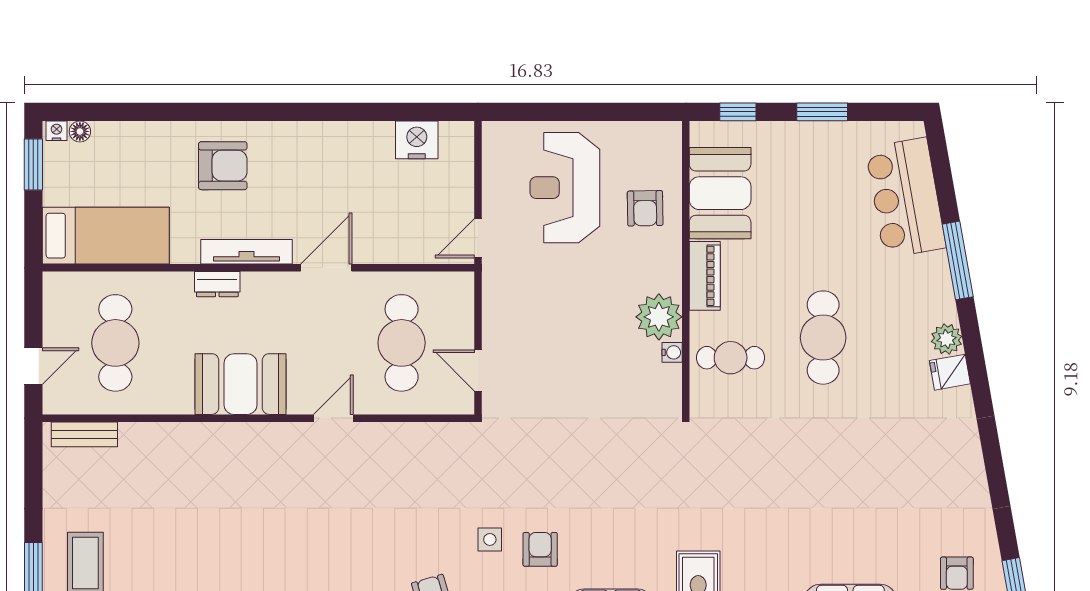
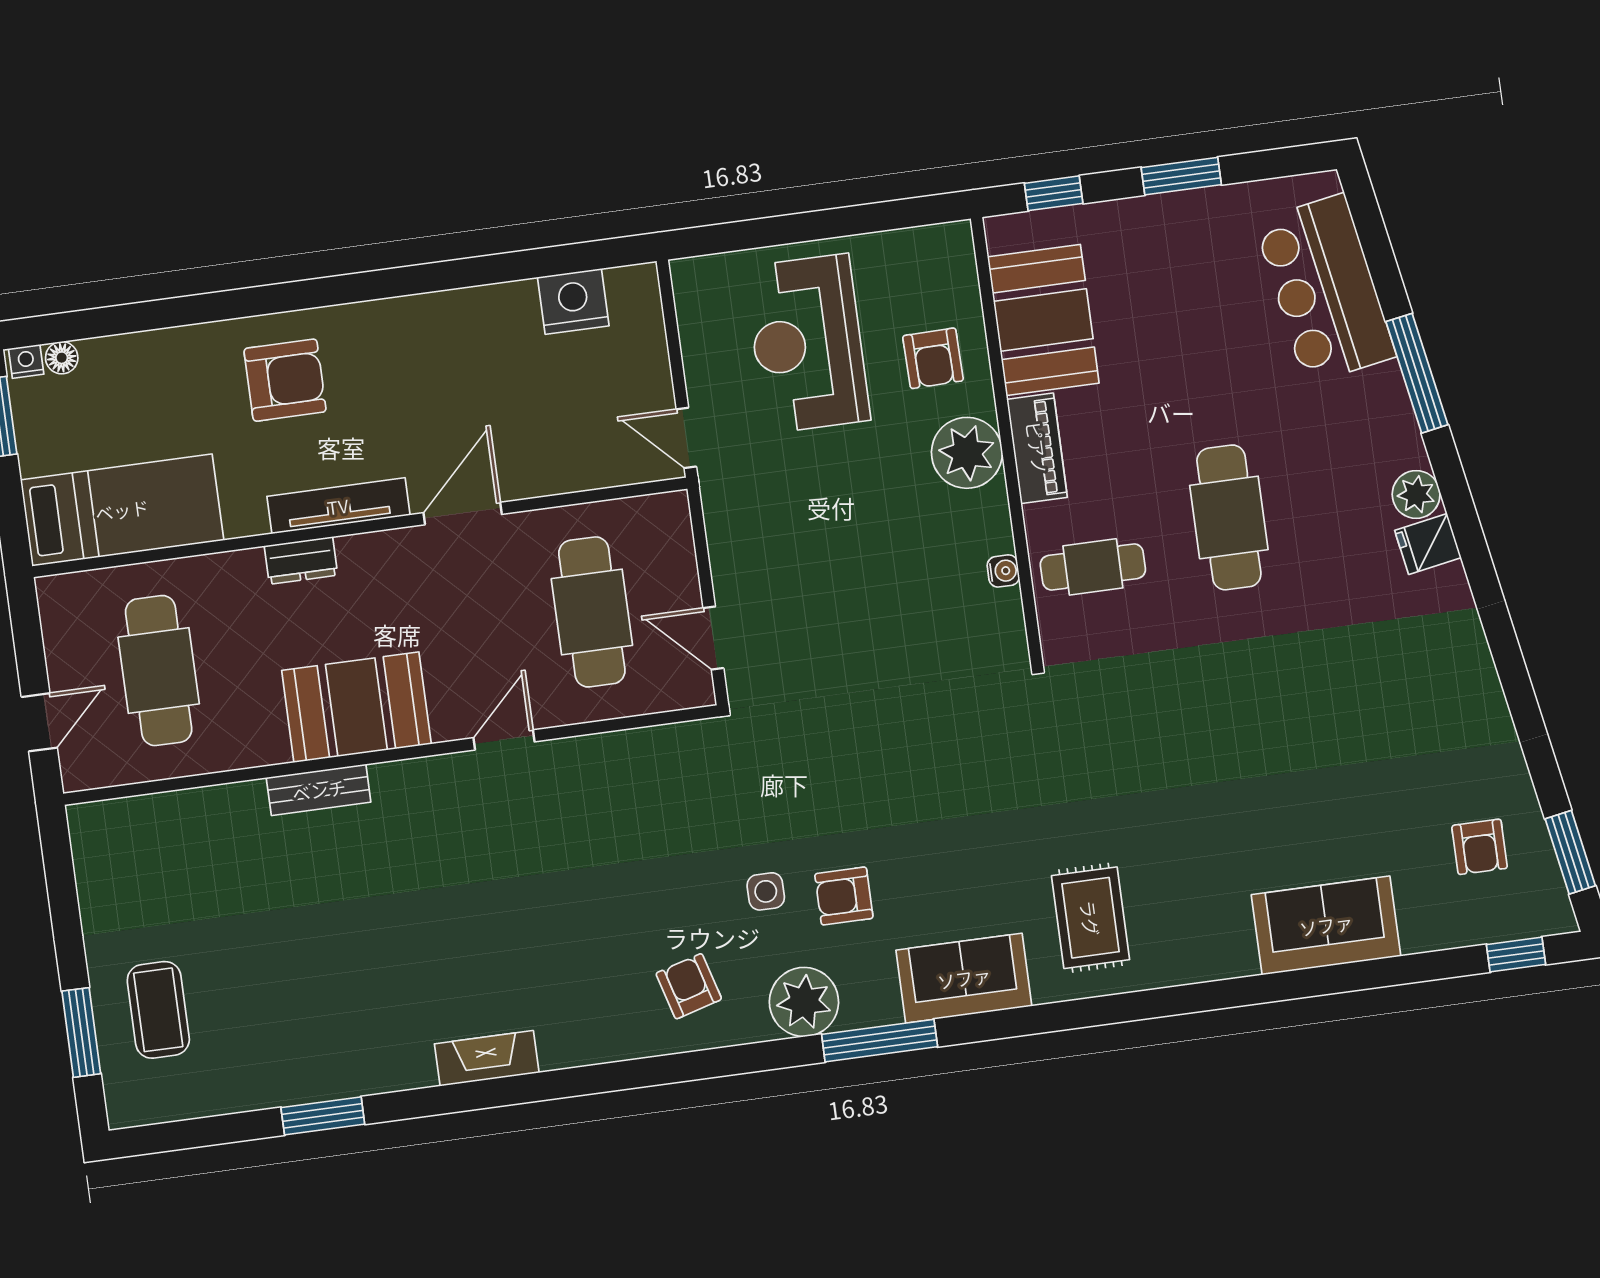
door: (478, 238) -> (686, 438), hinge flipped
plant: (659, 317) -> (967, 453), moved
bench: (84, 434) -> (319, 790), moved
armchair: (540, 549) -> (844, 896), turned -90

